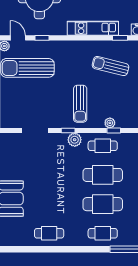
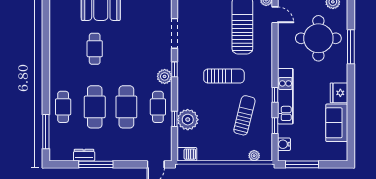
door: (18, 38) -> (275, 15), hinge flipped
window: (42, 38) -> (275, 95), moved
sun lounger: (80, 104) -> (224, 76), moved, turned 180
plant: (110, 123) -> (188, 120), width x1.88, depth x1.88
cafe table: (49, 233) -> (95, 49), moved

